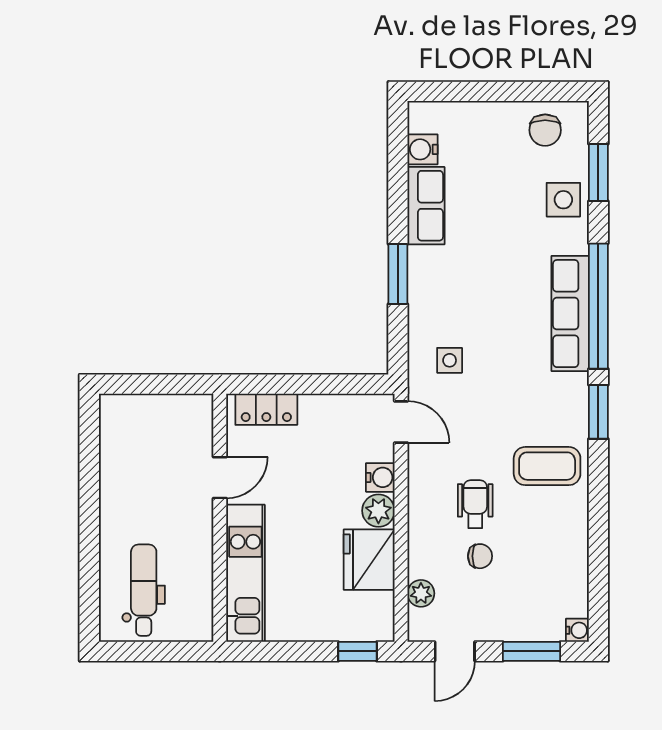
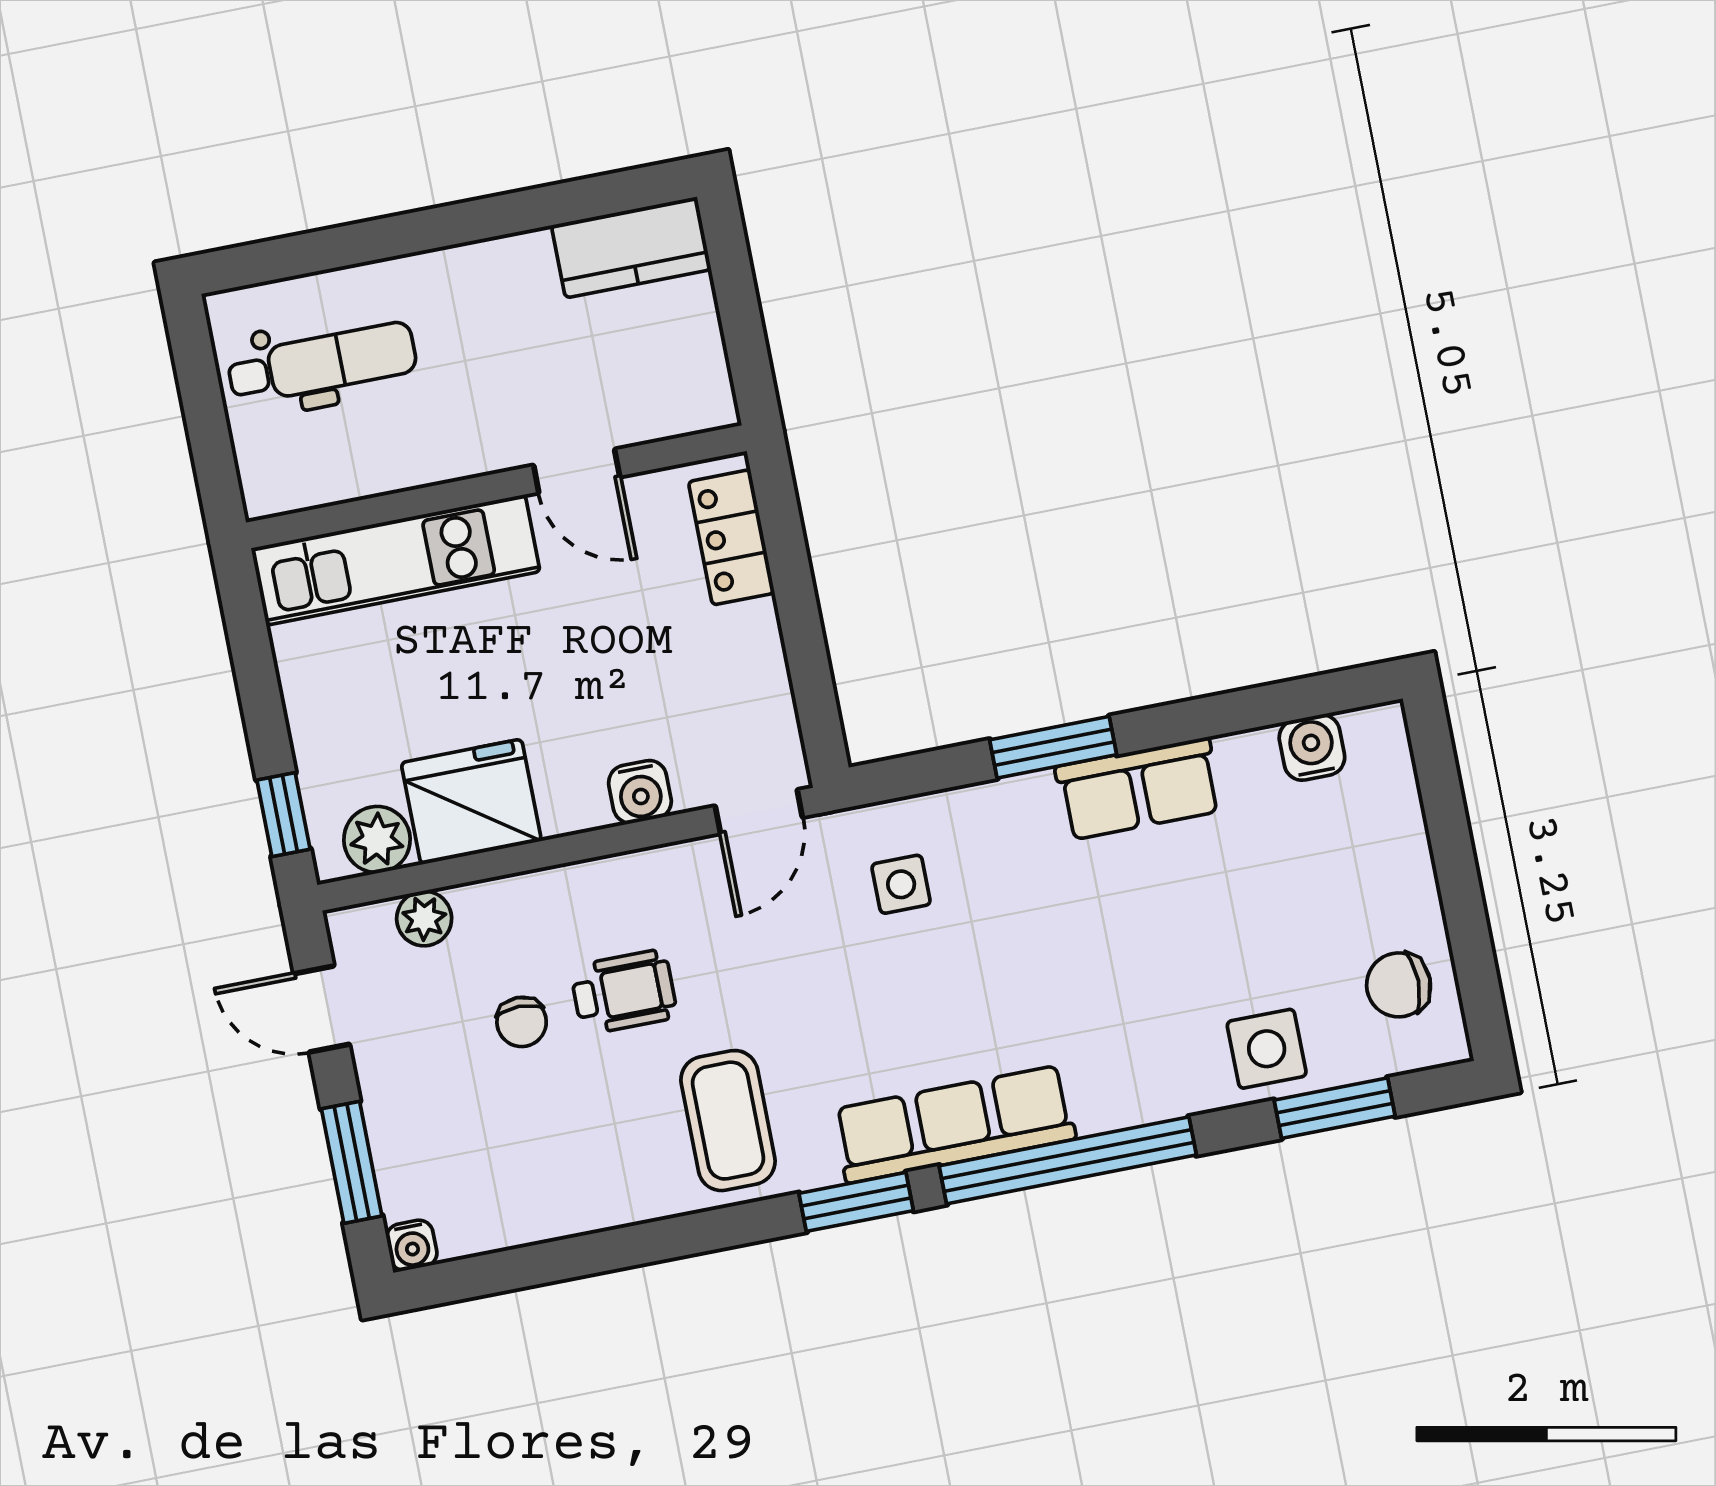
row of seats: (426, 206) -> (1139, 789), moved
row of seats: (570, 314) -> (954, 1124), moved
kitchen counter: (117, 430) -> (631, 247), added
plant: (378, 511) -> (377, 840), moved

